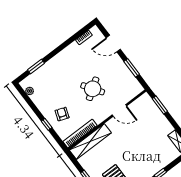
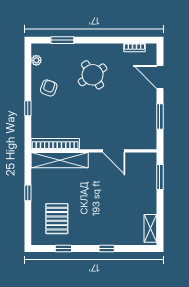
round table: (93, 89) -> (93, 75), moved
armchair: (62, 114) -> (49, 88), moved

